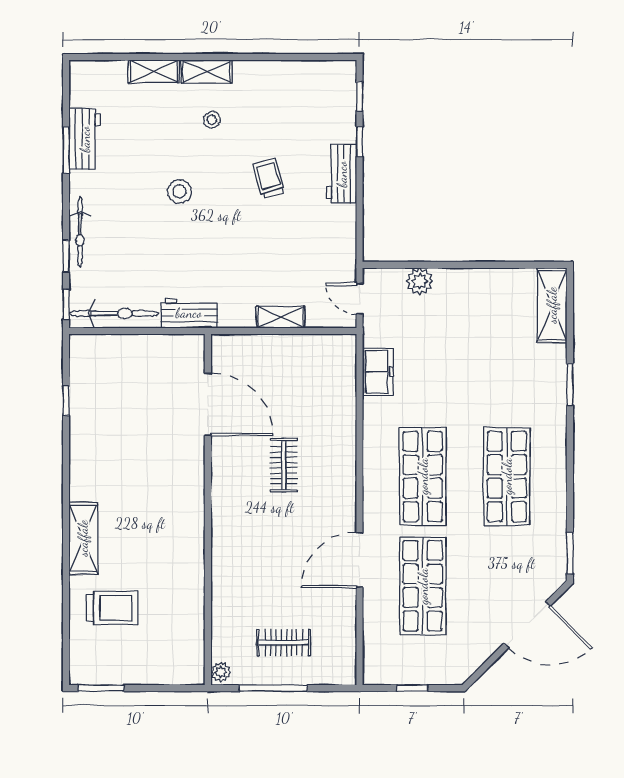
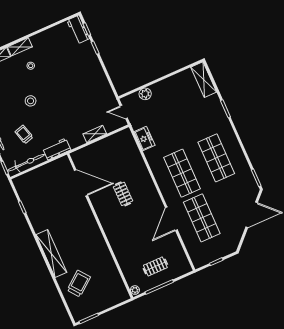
workbench: (342, 174) -> (78, 30), moved
trolley: (269, 178) -> (24, 134), moved
shelving: (83, 538) -> (51, 254), width x1.47
trolley: (112, 608) -> (79, 284), turned -38

